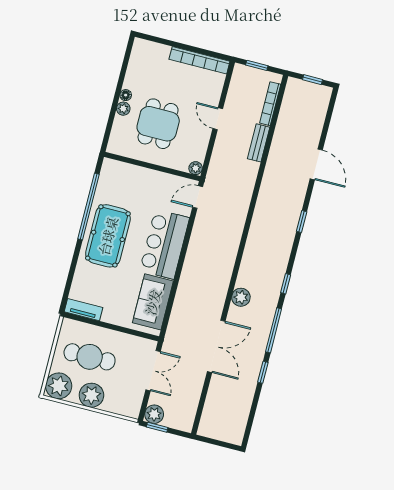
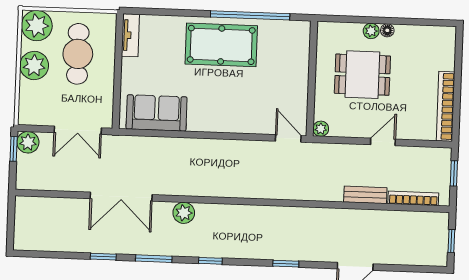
bar counter: (165, 244) -> (226, 112), removed
window: (274, 330) -> (154, 259), width x0.69

